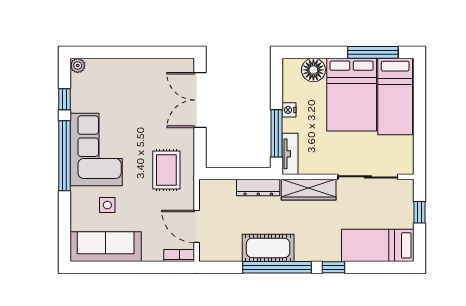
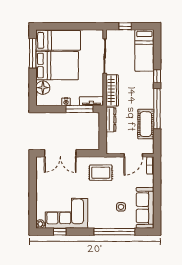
corner sofa: (96, 150) -> (67, 213), moved
window: (65, 156) -> (114, 232), moved
cot: (268, 248) -> (146, 124), moved

